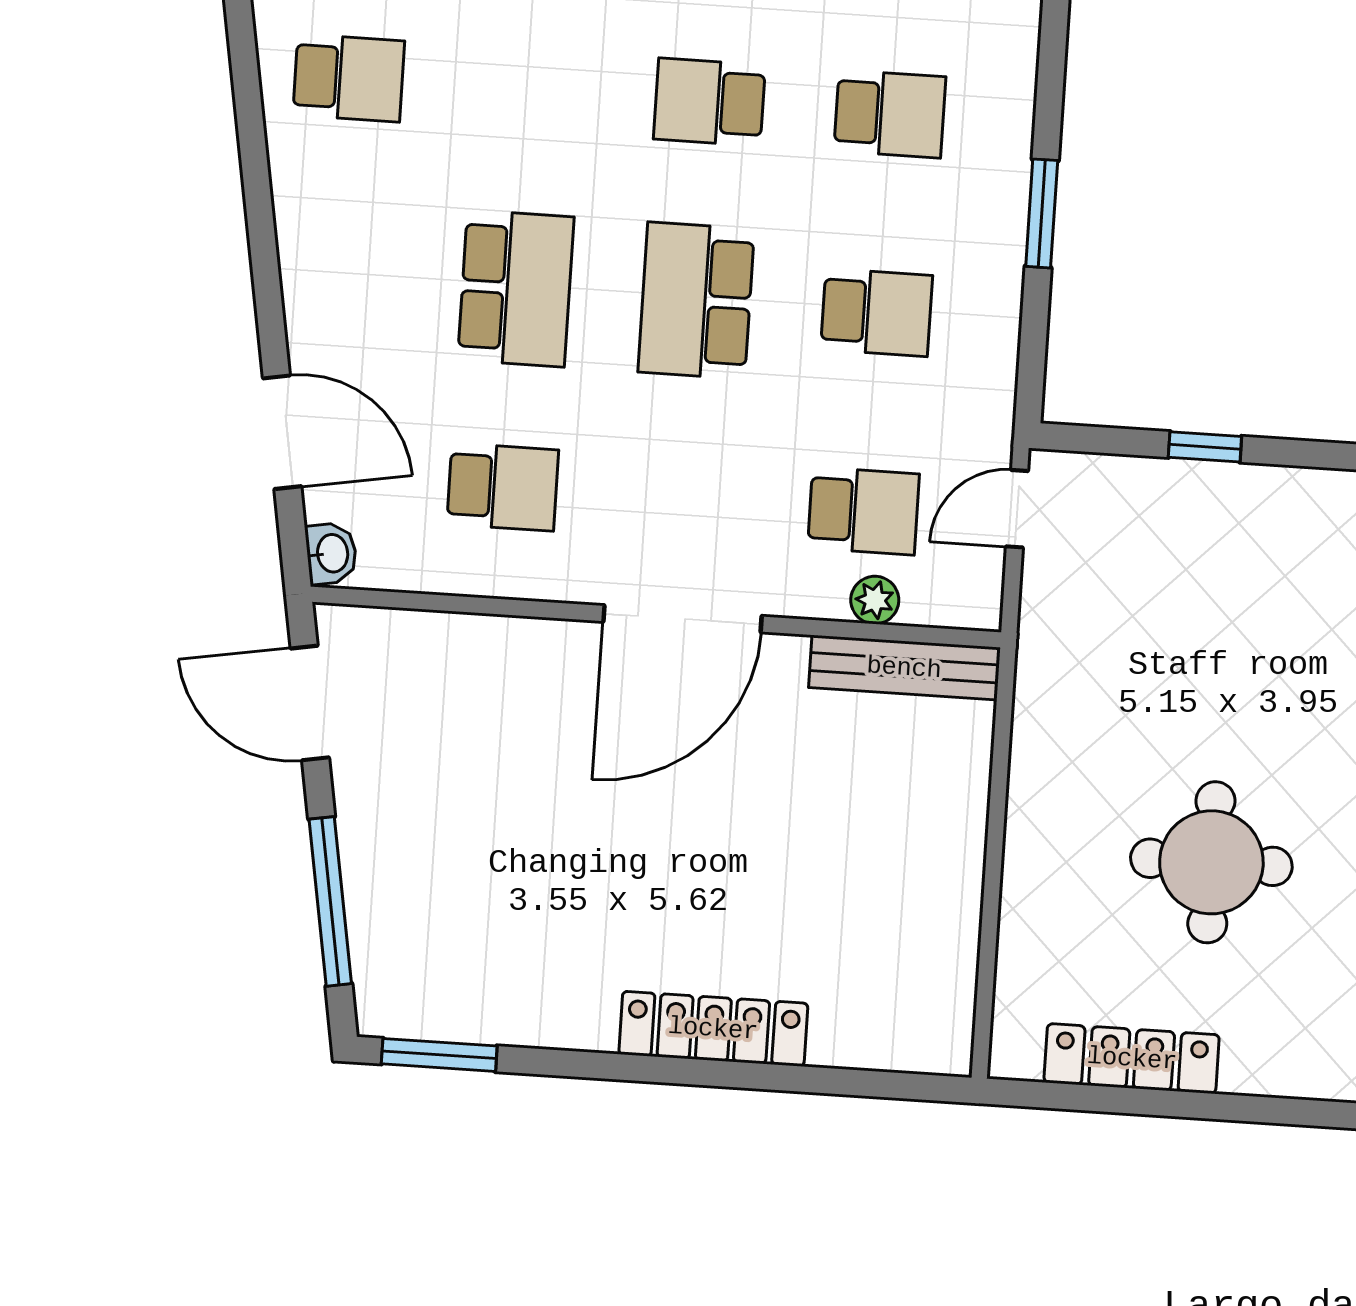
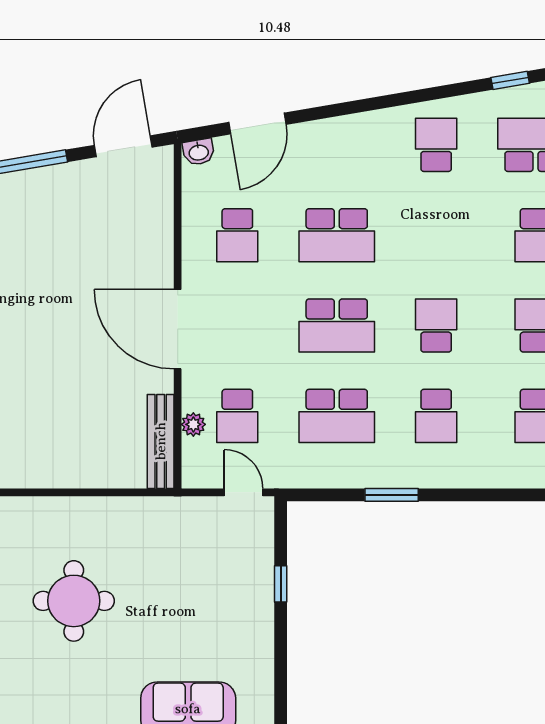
school desk: (349, 78) -> (436, 145), turned 180
school desk: (696, 301) -> (337, 326), turned 180
school desk: (877, 312) -> (337, 416), width x1.85

